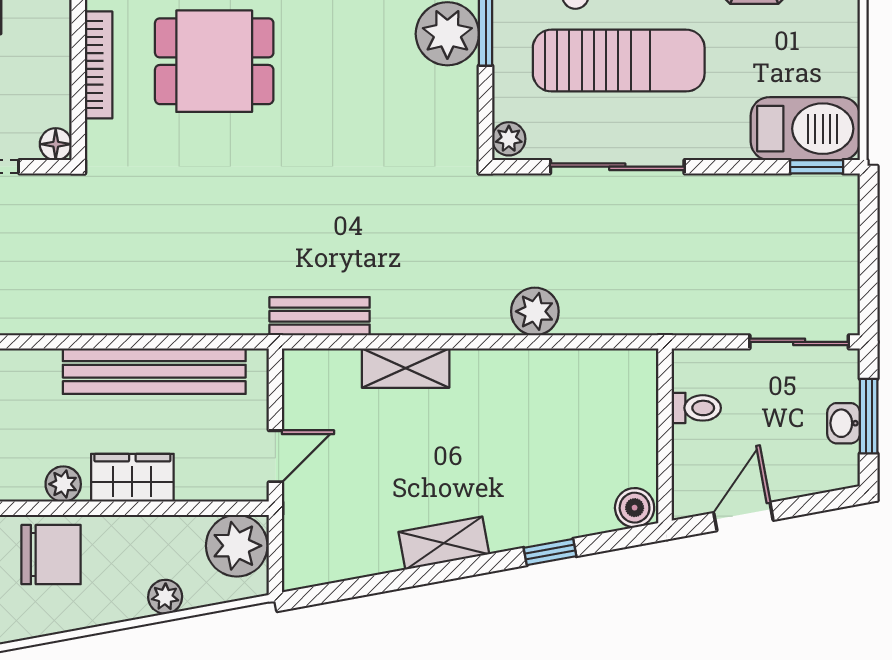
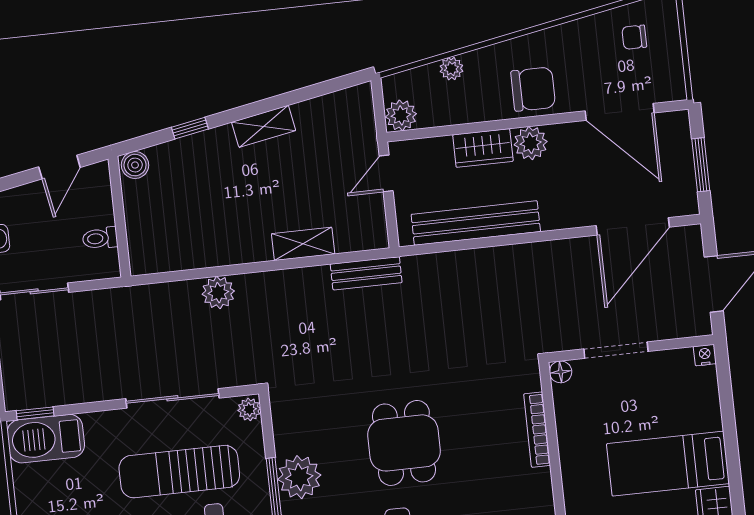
dining table: (214, 61) -> (404, 443), moved, turned 90
plant: (63, 484) -> (531, 143), width x1.38, depth x1.38
plant: (237, 546) -> (401, 115), width x0.73, depth x0.73
chair: (51, 555) -> (533, 89), turned 180

